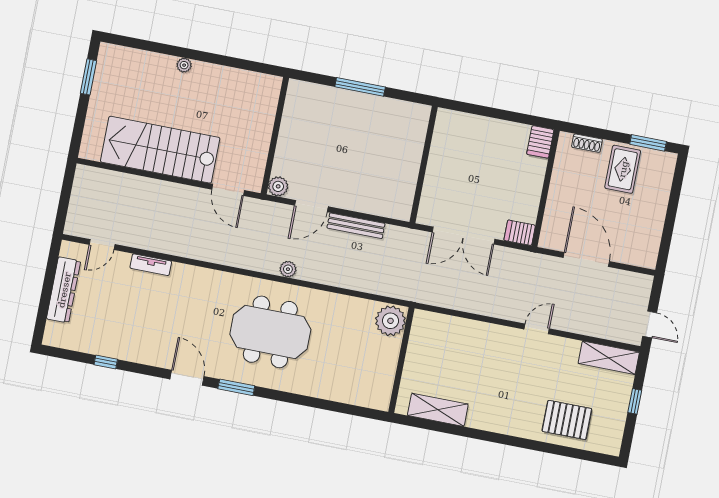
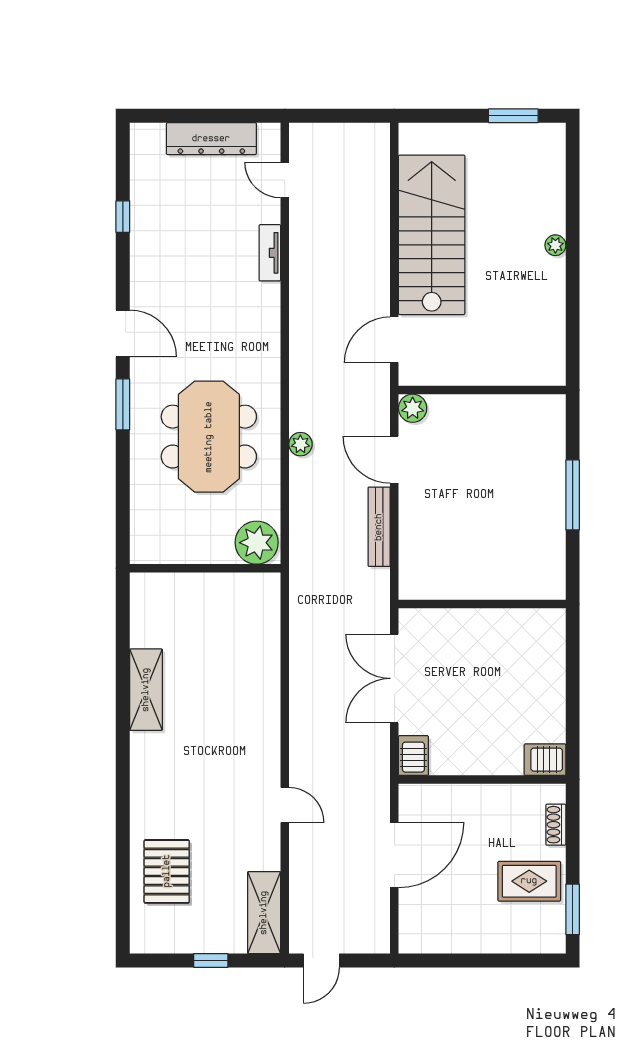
plant: (390, 321) -> (257, 543), moved
wall: (401, 360) -> (205, 568), moved
door: (187, 378) -> (123, 334), hinge flipped

